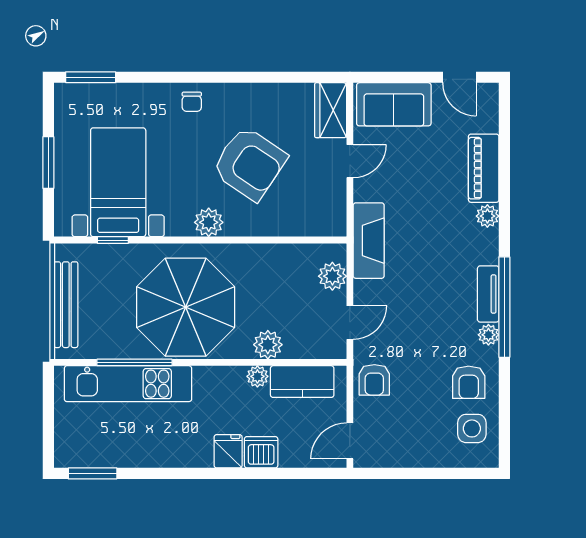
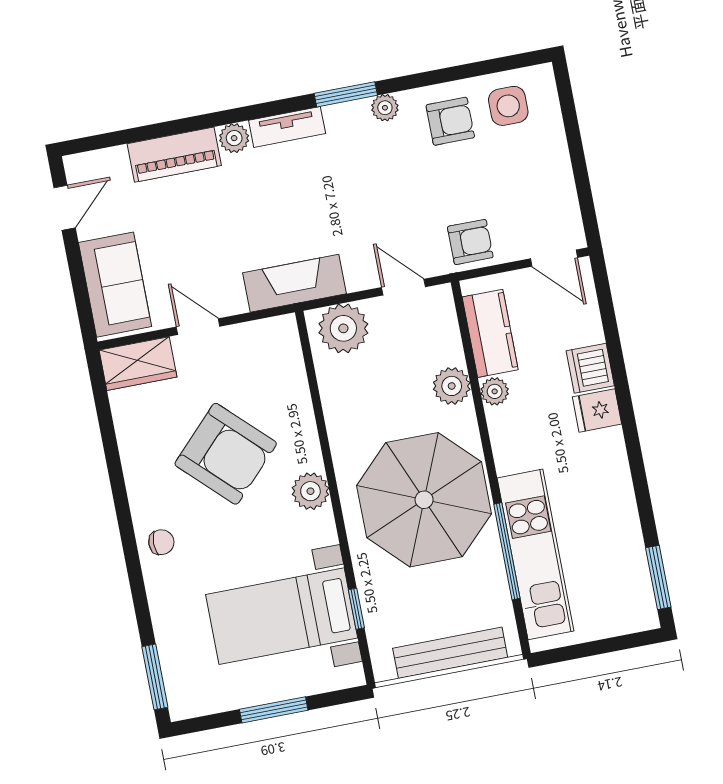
armchair: (249, 164) -> (226, 454), turned 100
plant: (332, 276) -> (343, 328), width x1.36, depth x1.36
tv unit: (488, 294) -> (287, 127), moved
window: (504, 307) -> (346, 94), width x0.47

